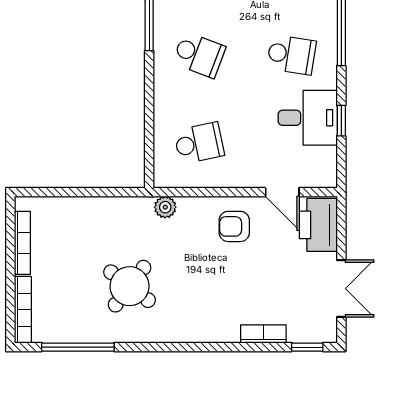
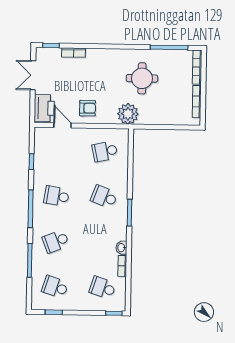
desk: (308, 118) -> (49, 163), removed
plant: (165, 207) -> (128, 114), width x1.88, depth x1.88
round table: (130, 286) -> (142, 78), turned -37

